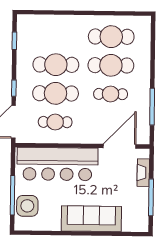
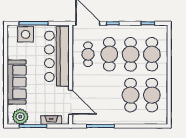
cafe table: (111, 94) -> (152, 54), moved, width x1.37, depth x1.35
plant: (138, 214) -> (20, 117), added

